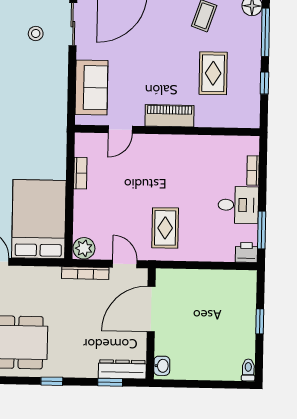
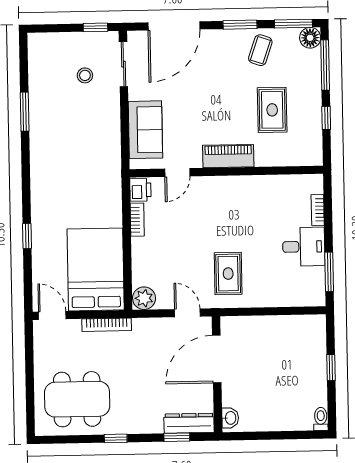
printer: (246, 252) -> (140, 190), moved, turned 90
bookcase: (85, 273) -> (107, 325), moved

